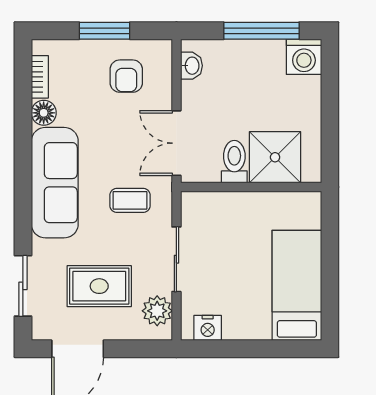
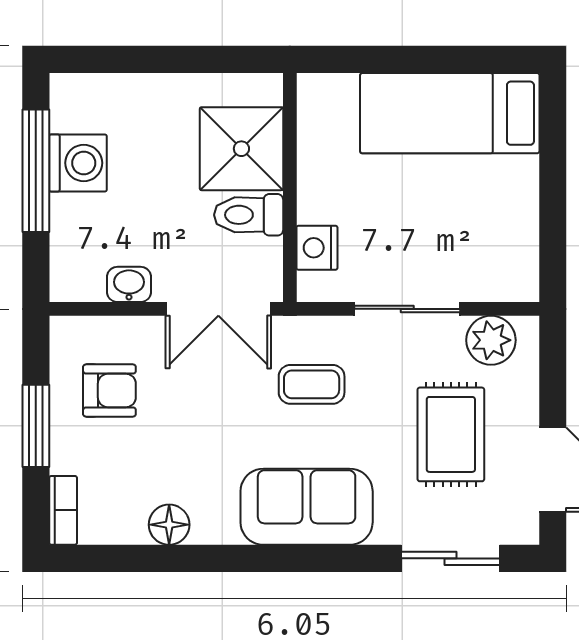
washing machine: (304, 57) -> (78, 163), moved
washbasin: (192, 66) -> (129, 284), moved
bookcase: (40, 77) -> (63, 510), moved, turned 90
sofa: (55, 183) -> (307, 507), width x0.73
coffee table: (130, 200) -> (312, 384), turned 90
nightstand: (208, 328) -> (317, 248), moved, turned 180

